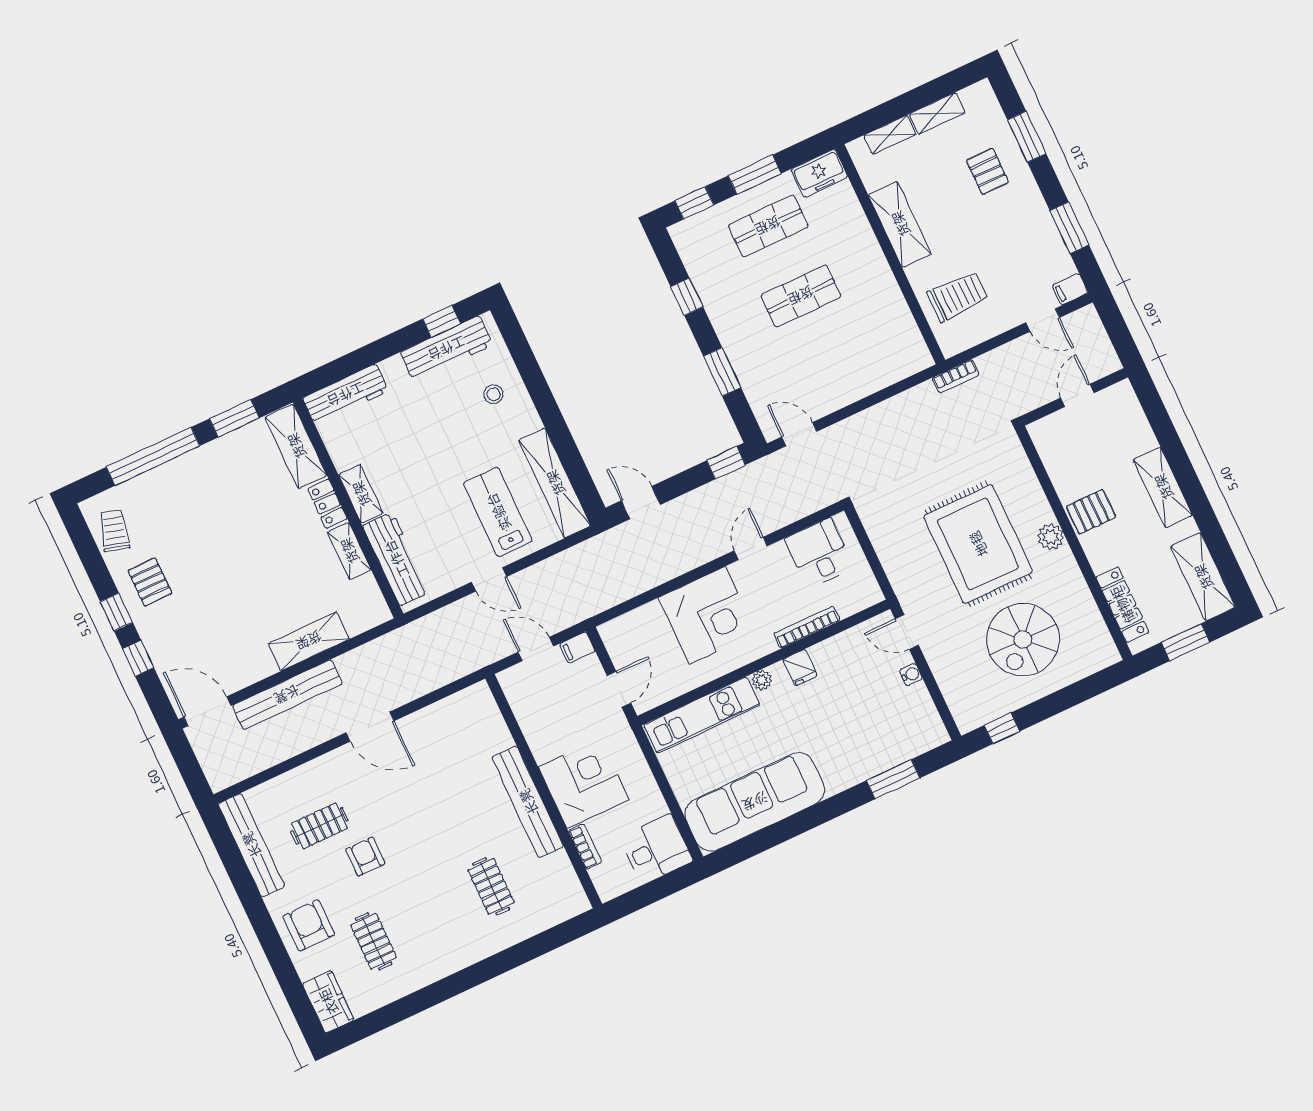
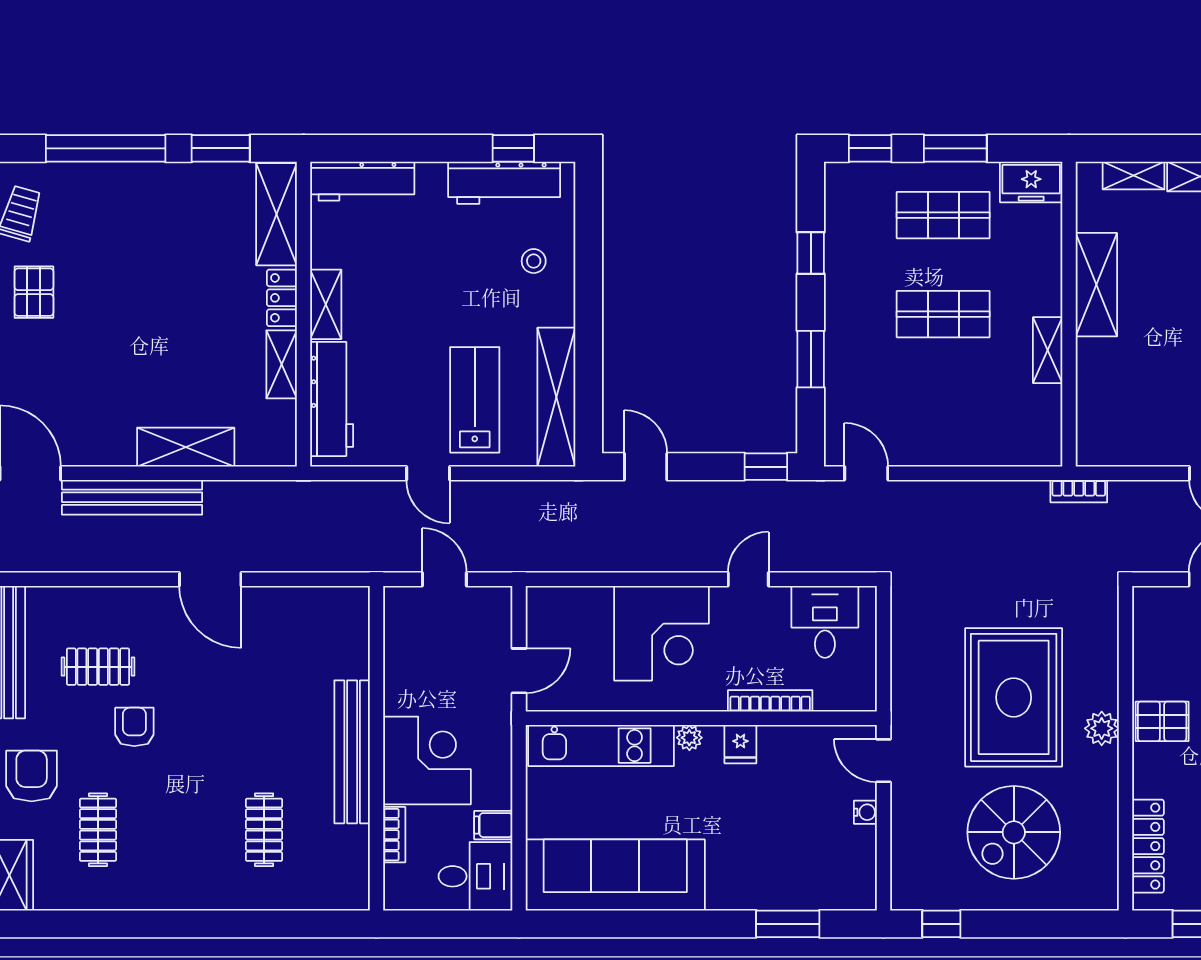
shelving: (887, 287) -> (1048, 350), added
trolley: (958, 296) -> (1124, 400), removed
filing cabinet: (577, 648) -> (493, 825), moved

